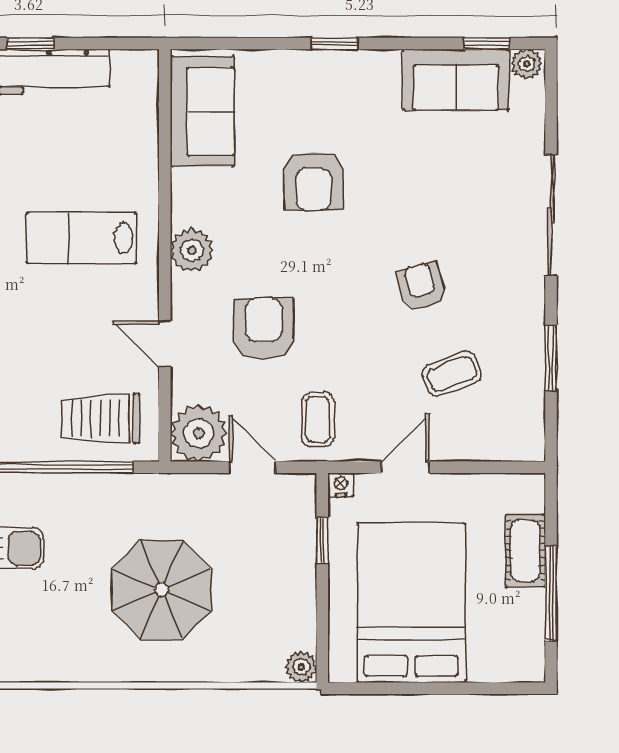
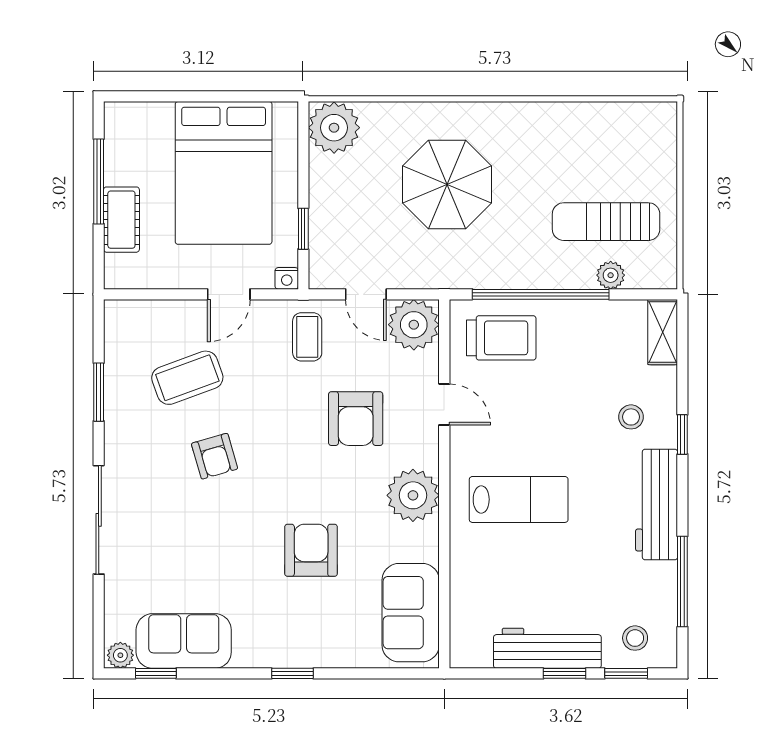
plant: (192, 250) -> (413, 495), width x1.36, depth x1.36
coffee table: (452, 374) -> (187, 378), width x1.36, depth x1.30
plant: (301, 667) -> (334, 128), width x1.88, depth x1.88

